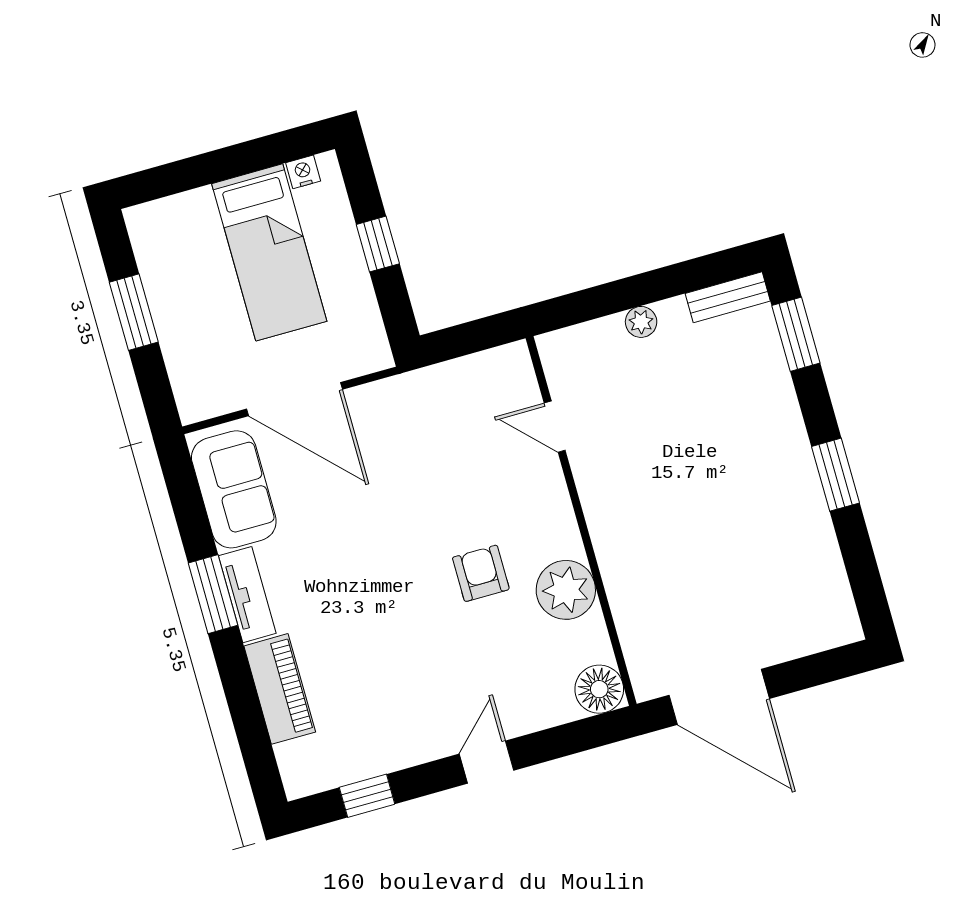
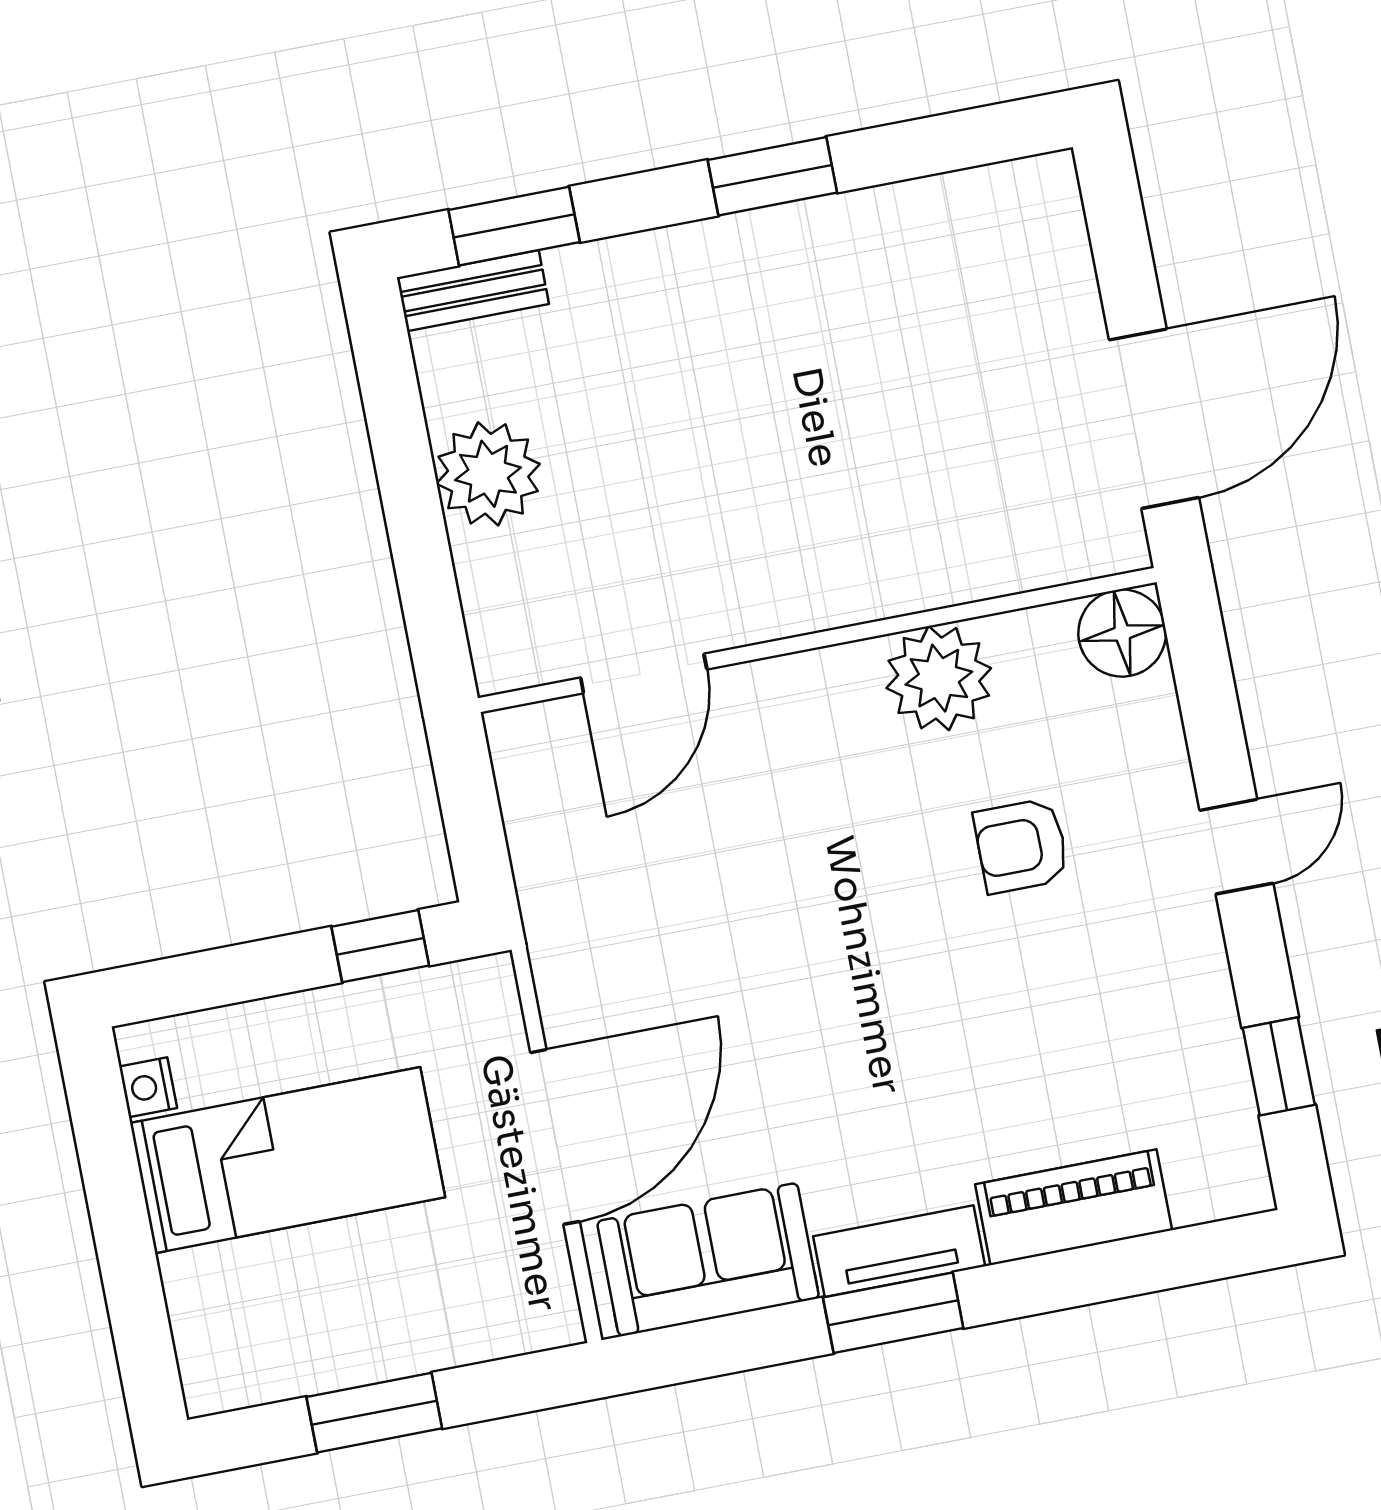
window: (378, 244) -> (380, 946), moved
bench: (728, 297) -> (473, 291), moved, turned 90
plant: (641, 322) -> (488, 474), width x1.88, depth x1.88
door: (555, 427) -> (644, 674), width x1.38
armchair: (481, 573) -> (1021, 846), moved
door: (486, 762) -> (1236, 847), swing flipped

